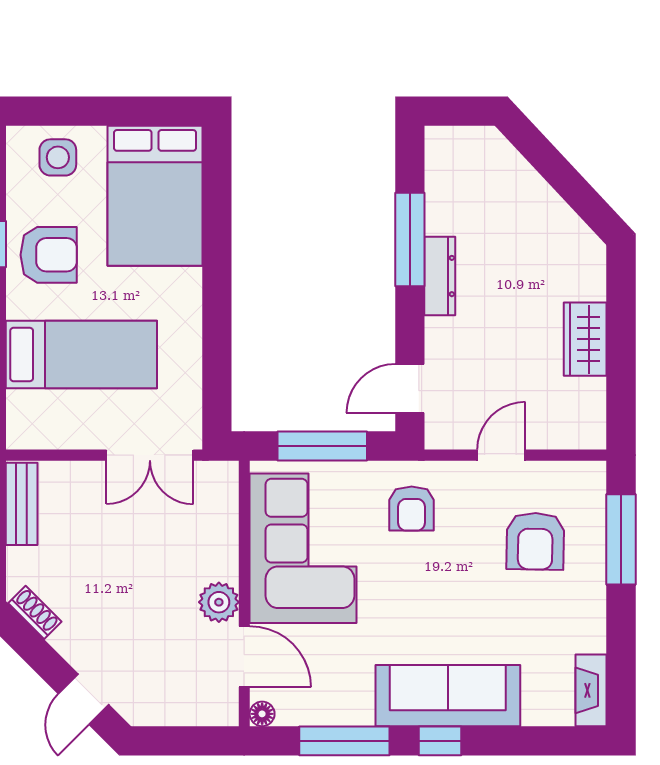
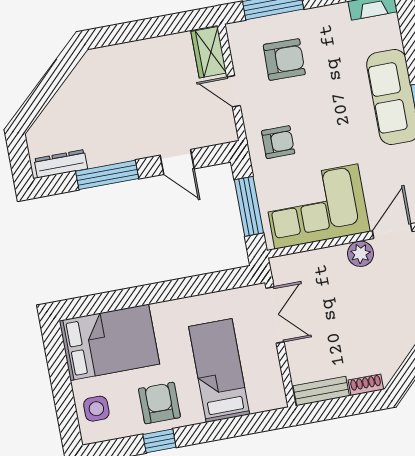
dresser: (440, 276) -> (61, 164), moved
wardrobe: (585, 339) -> (209, 52), moved, turned 90
door: (410, 388) -> (177, 162), moved
shoe rack: (35, 612) -> (366, 385), moved, turned 45

